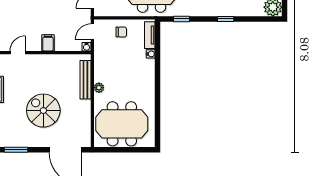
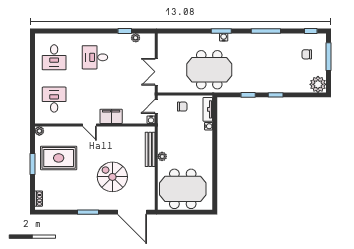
window: (182, 19) -> (248, 95), moved
filing cabinet: (48, 43) -> (111, 116), width x2.00
door: (18, 53) -> (89, 125), swing flipped

